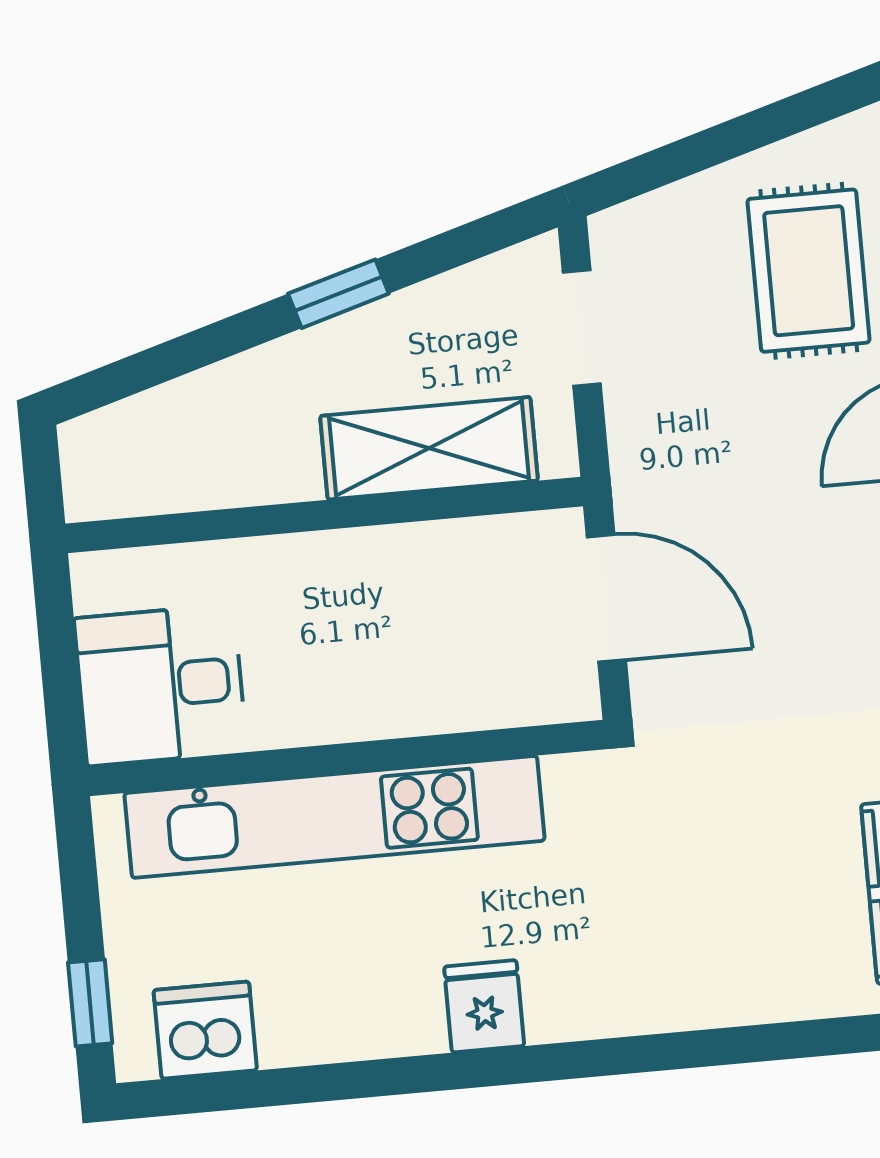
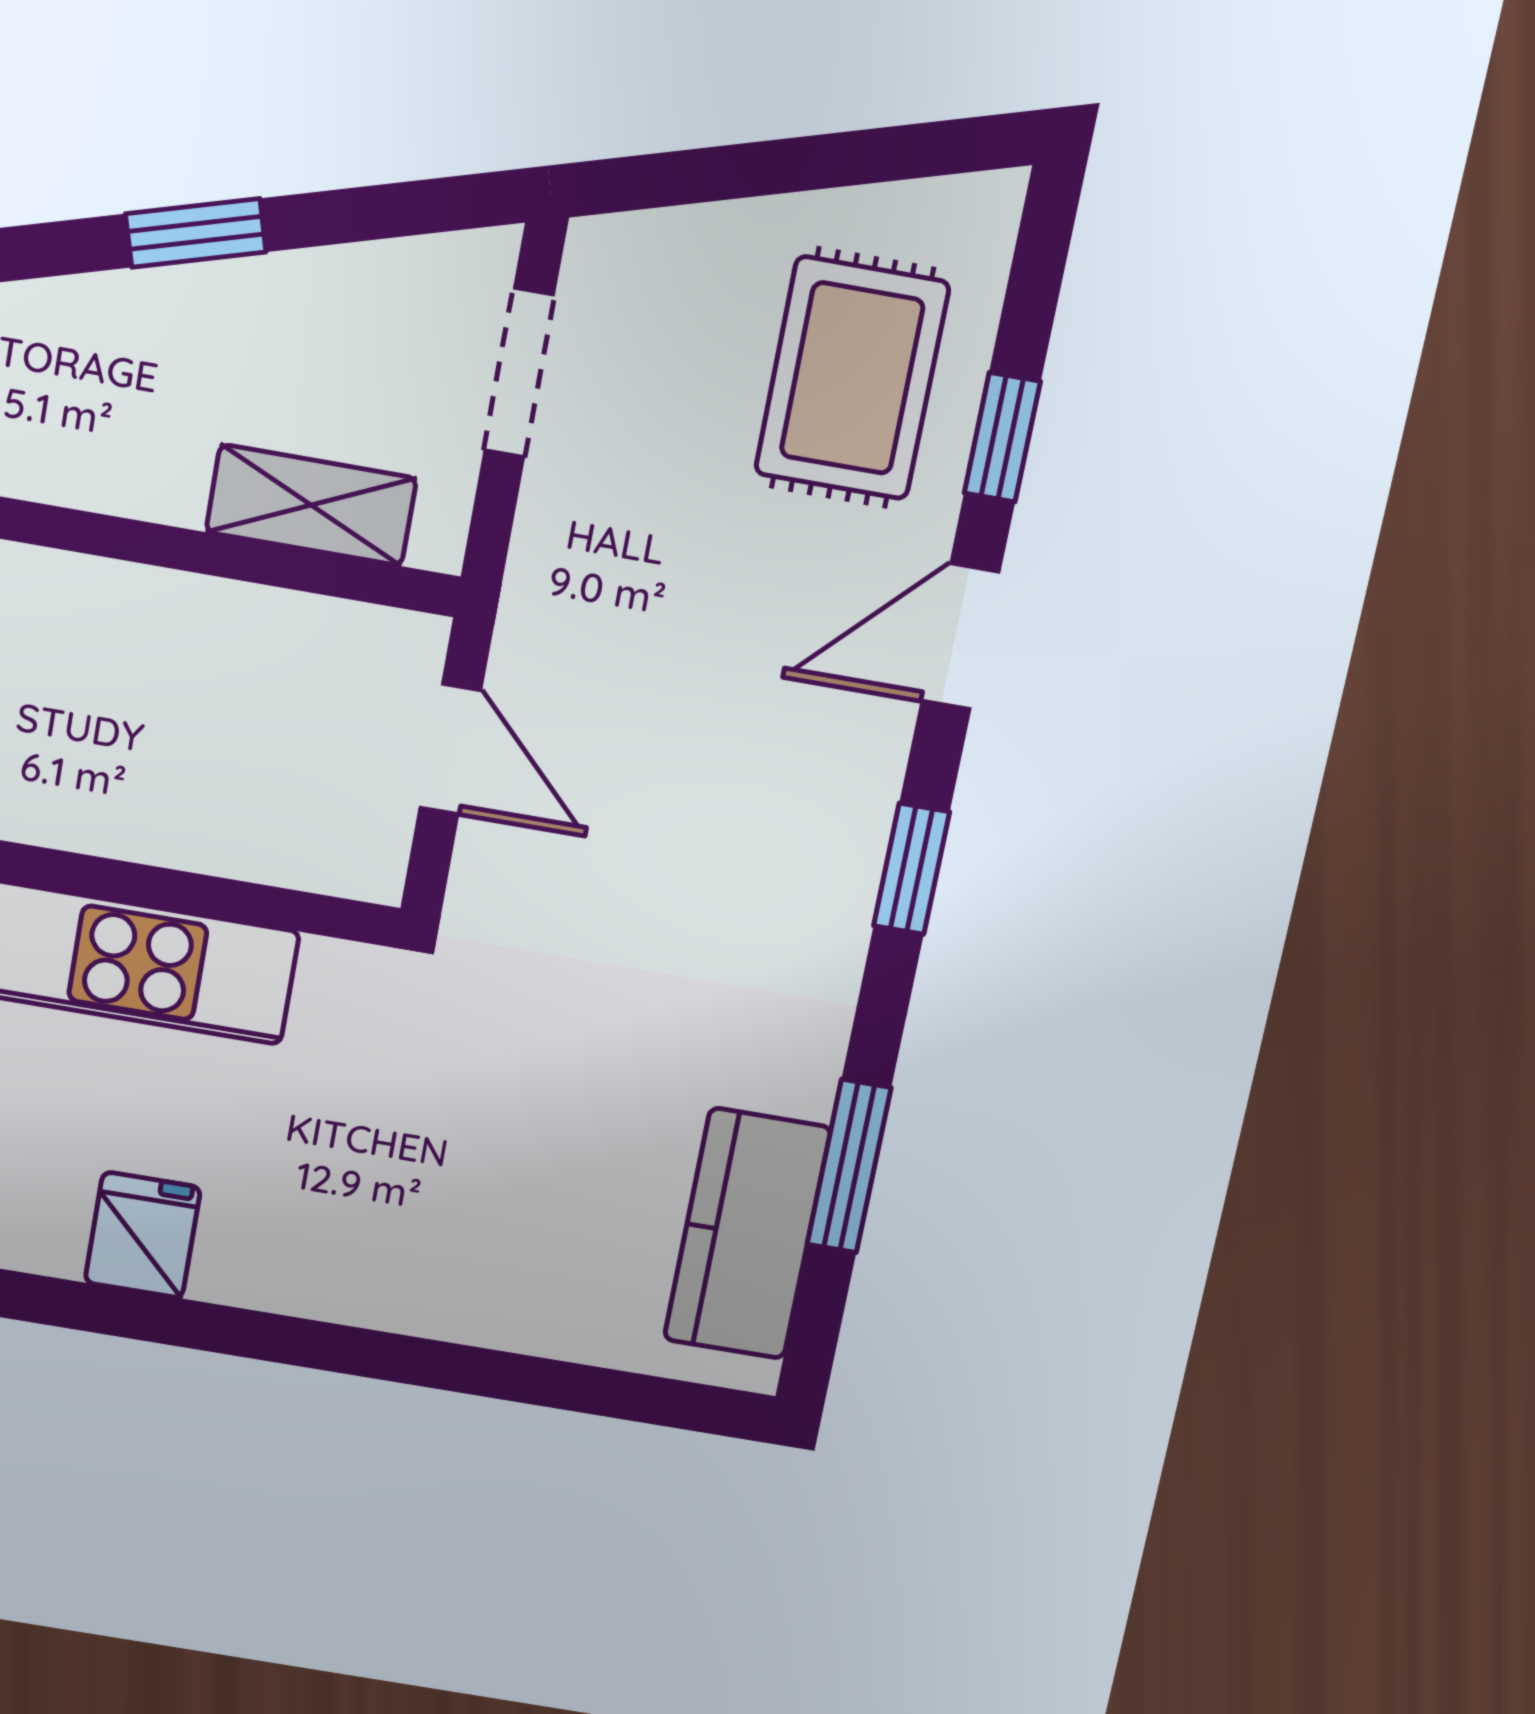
shelving: (429, 448) -> (311, 505), width x0.67, depth x0.75
door: (606, 598) -> (450, 749), width x0.73

